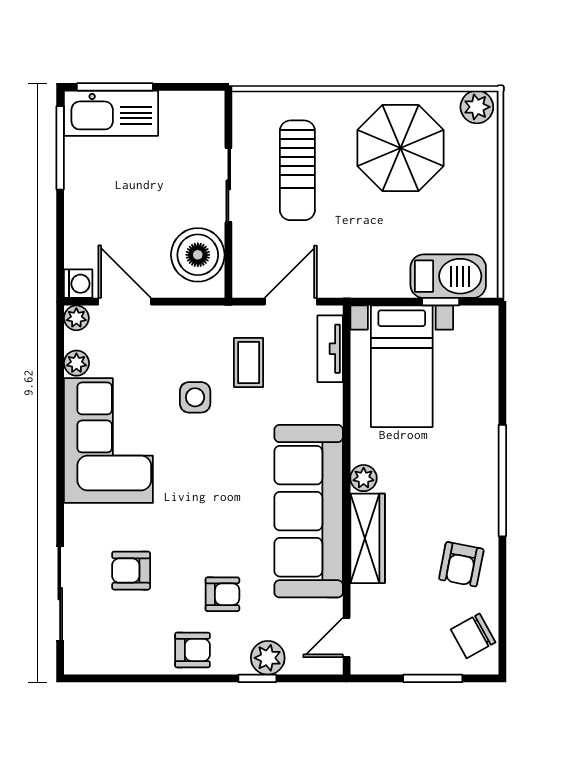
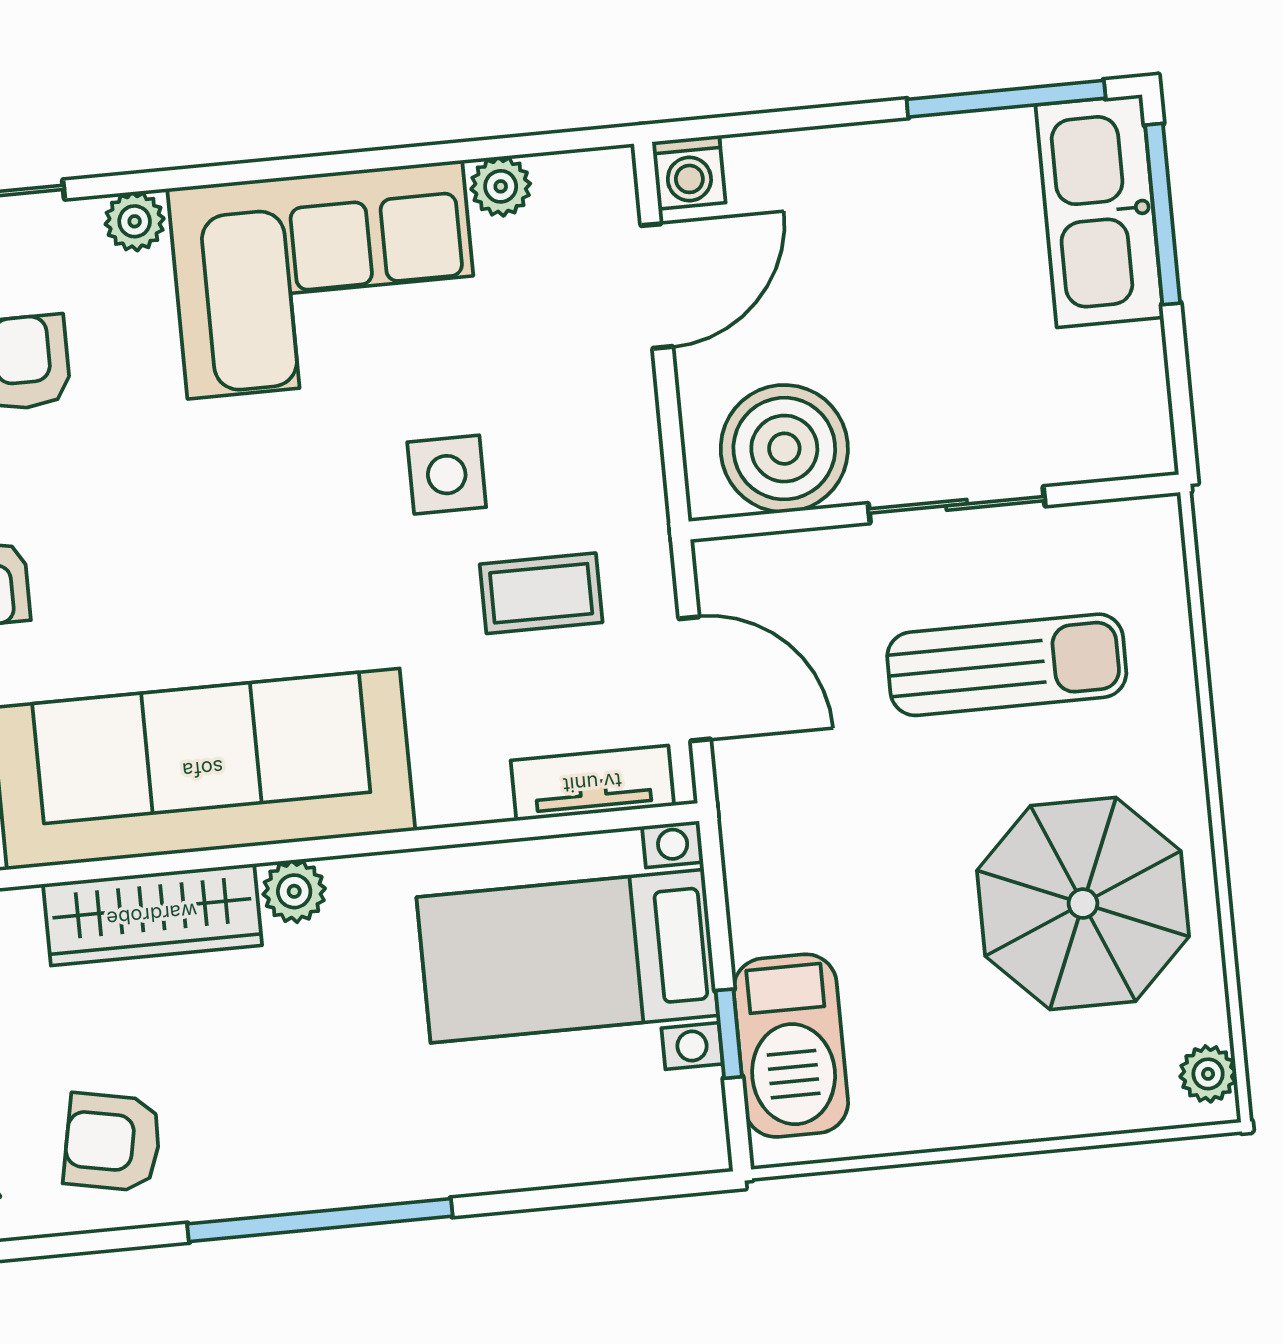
plant: (477, 107) -> (1208, 1074), width x0.73, depth x0.73
sun lounger: (297, 170) -> (1007, 665), turned 180
plant: (76, 318) -> (135, 221), moved

